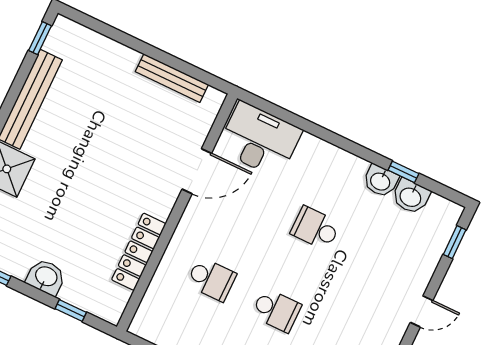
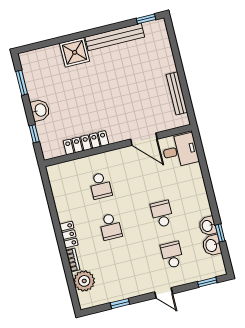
desk: (260, 140) -> (180, 150), width x0.73
school desk: (380, 259) -> (172, 255), added

